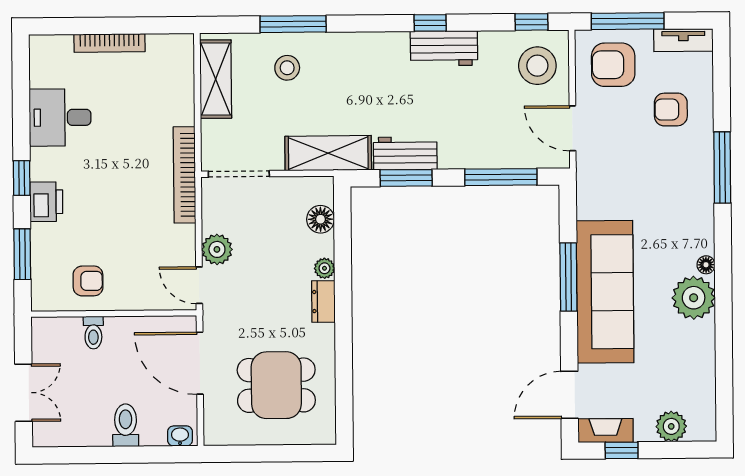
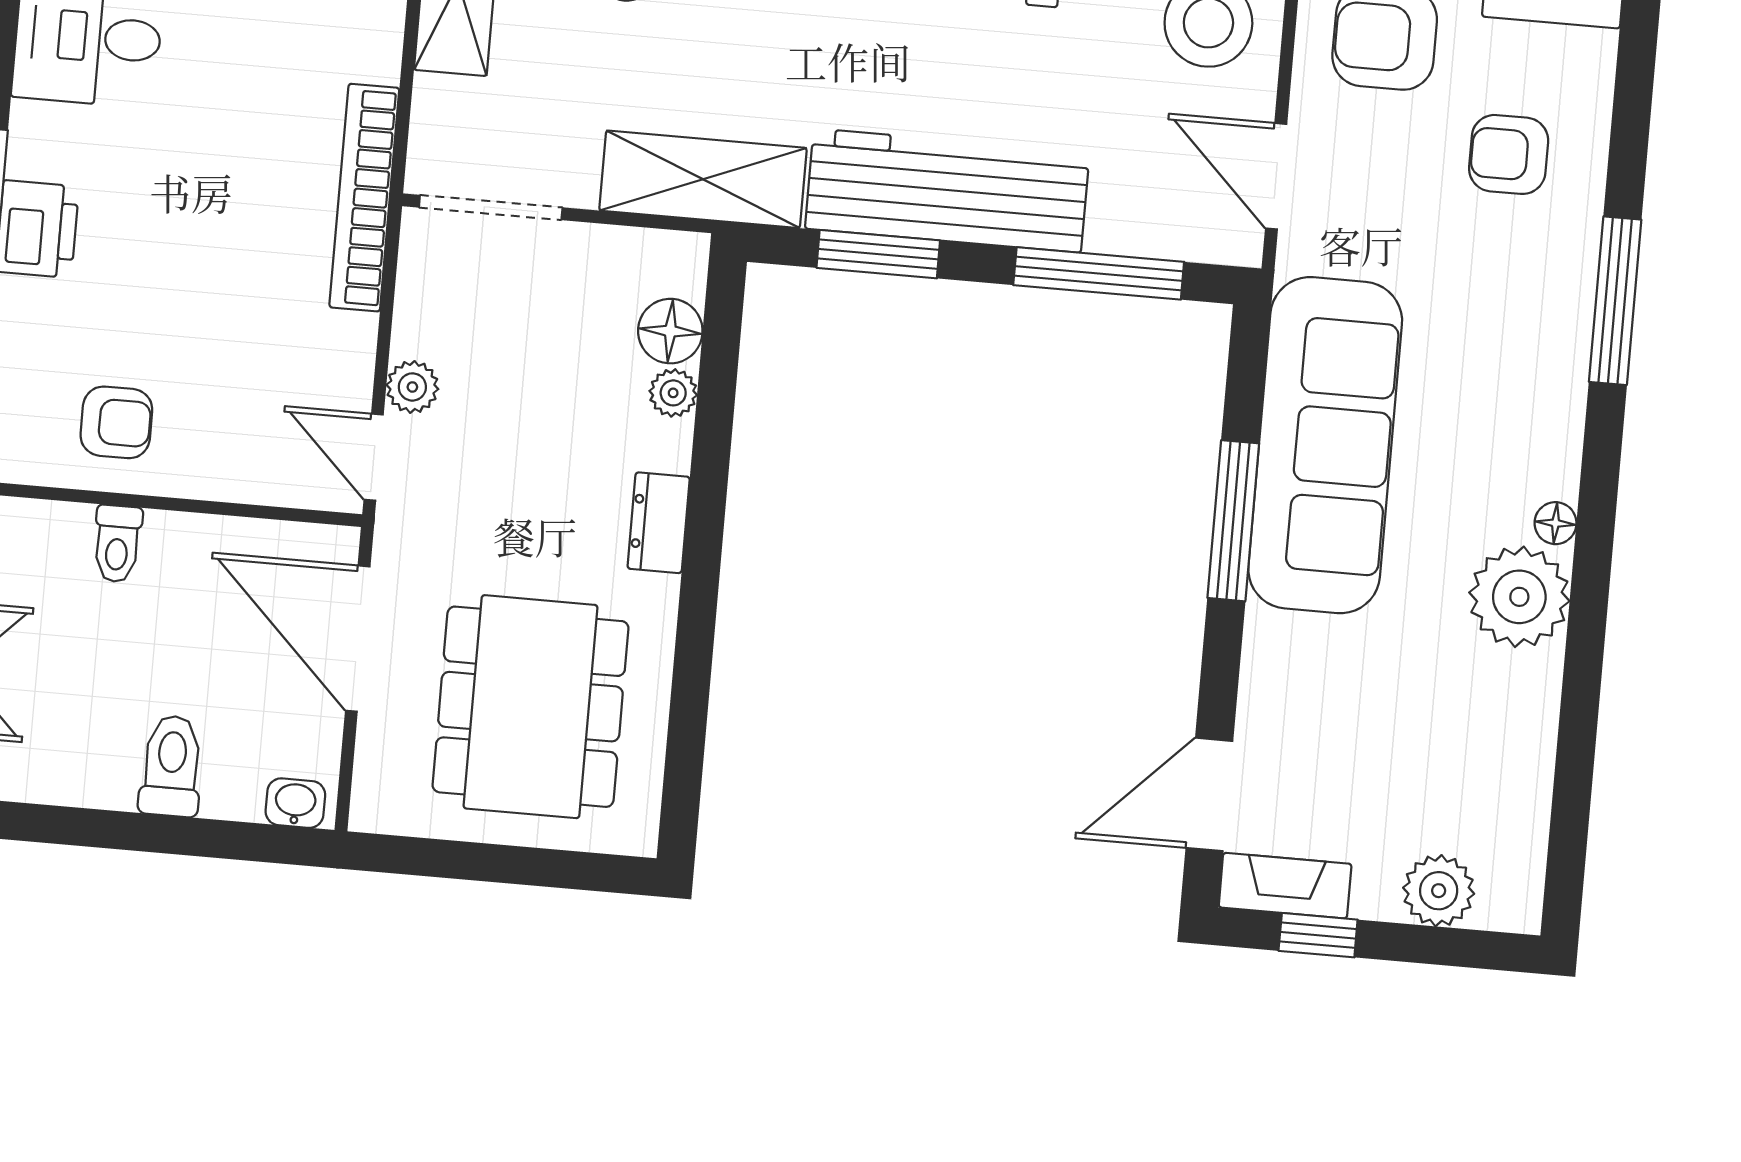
workbench: (405, 153) -> (947, 190), width x1.88, depth x1.32
plant: (217, 249) -> (412, 387), width x0.73, depth x0.73
plant: (324, 268) -> (673, 393), moved
sofa: (605, 292) -> (1325, 445), moved
dining table: (276, 385) -> (530, 707), width x1.38

